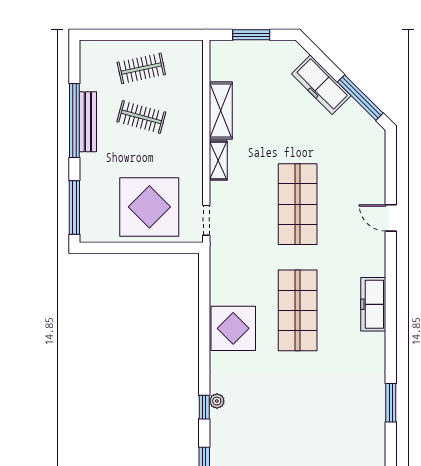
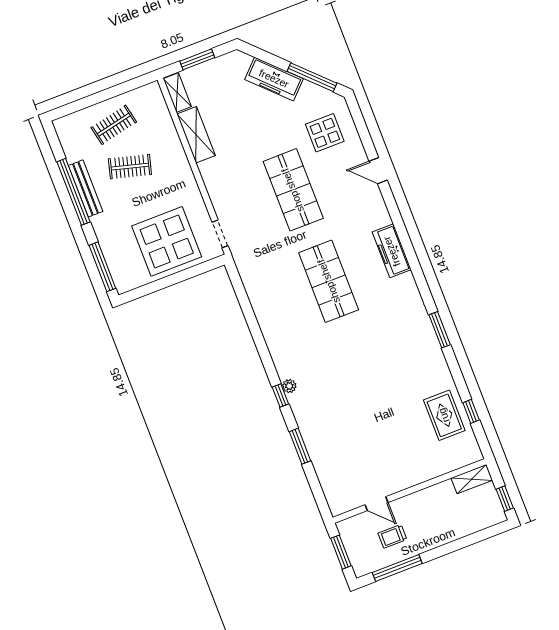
shelving: (218, 160) -> (177, 93), moved
display table: (233, 328) -> (325, 133), moved, width x0.73, depth x0.73

